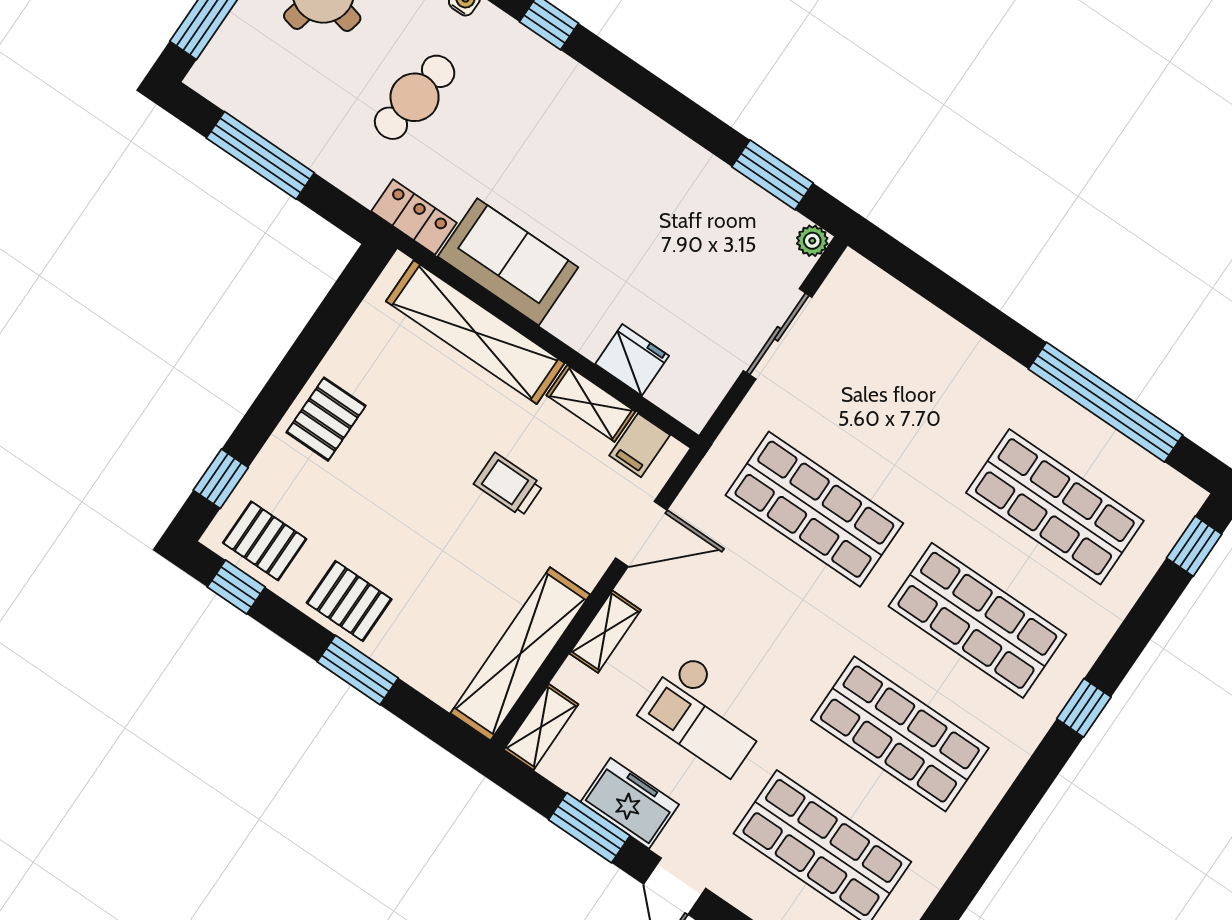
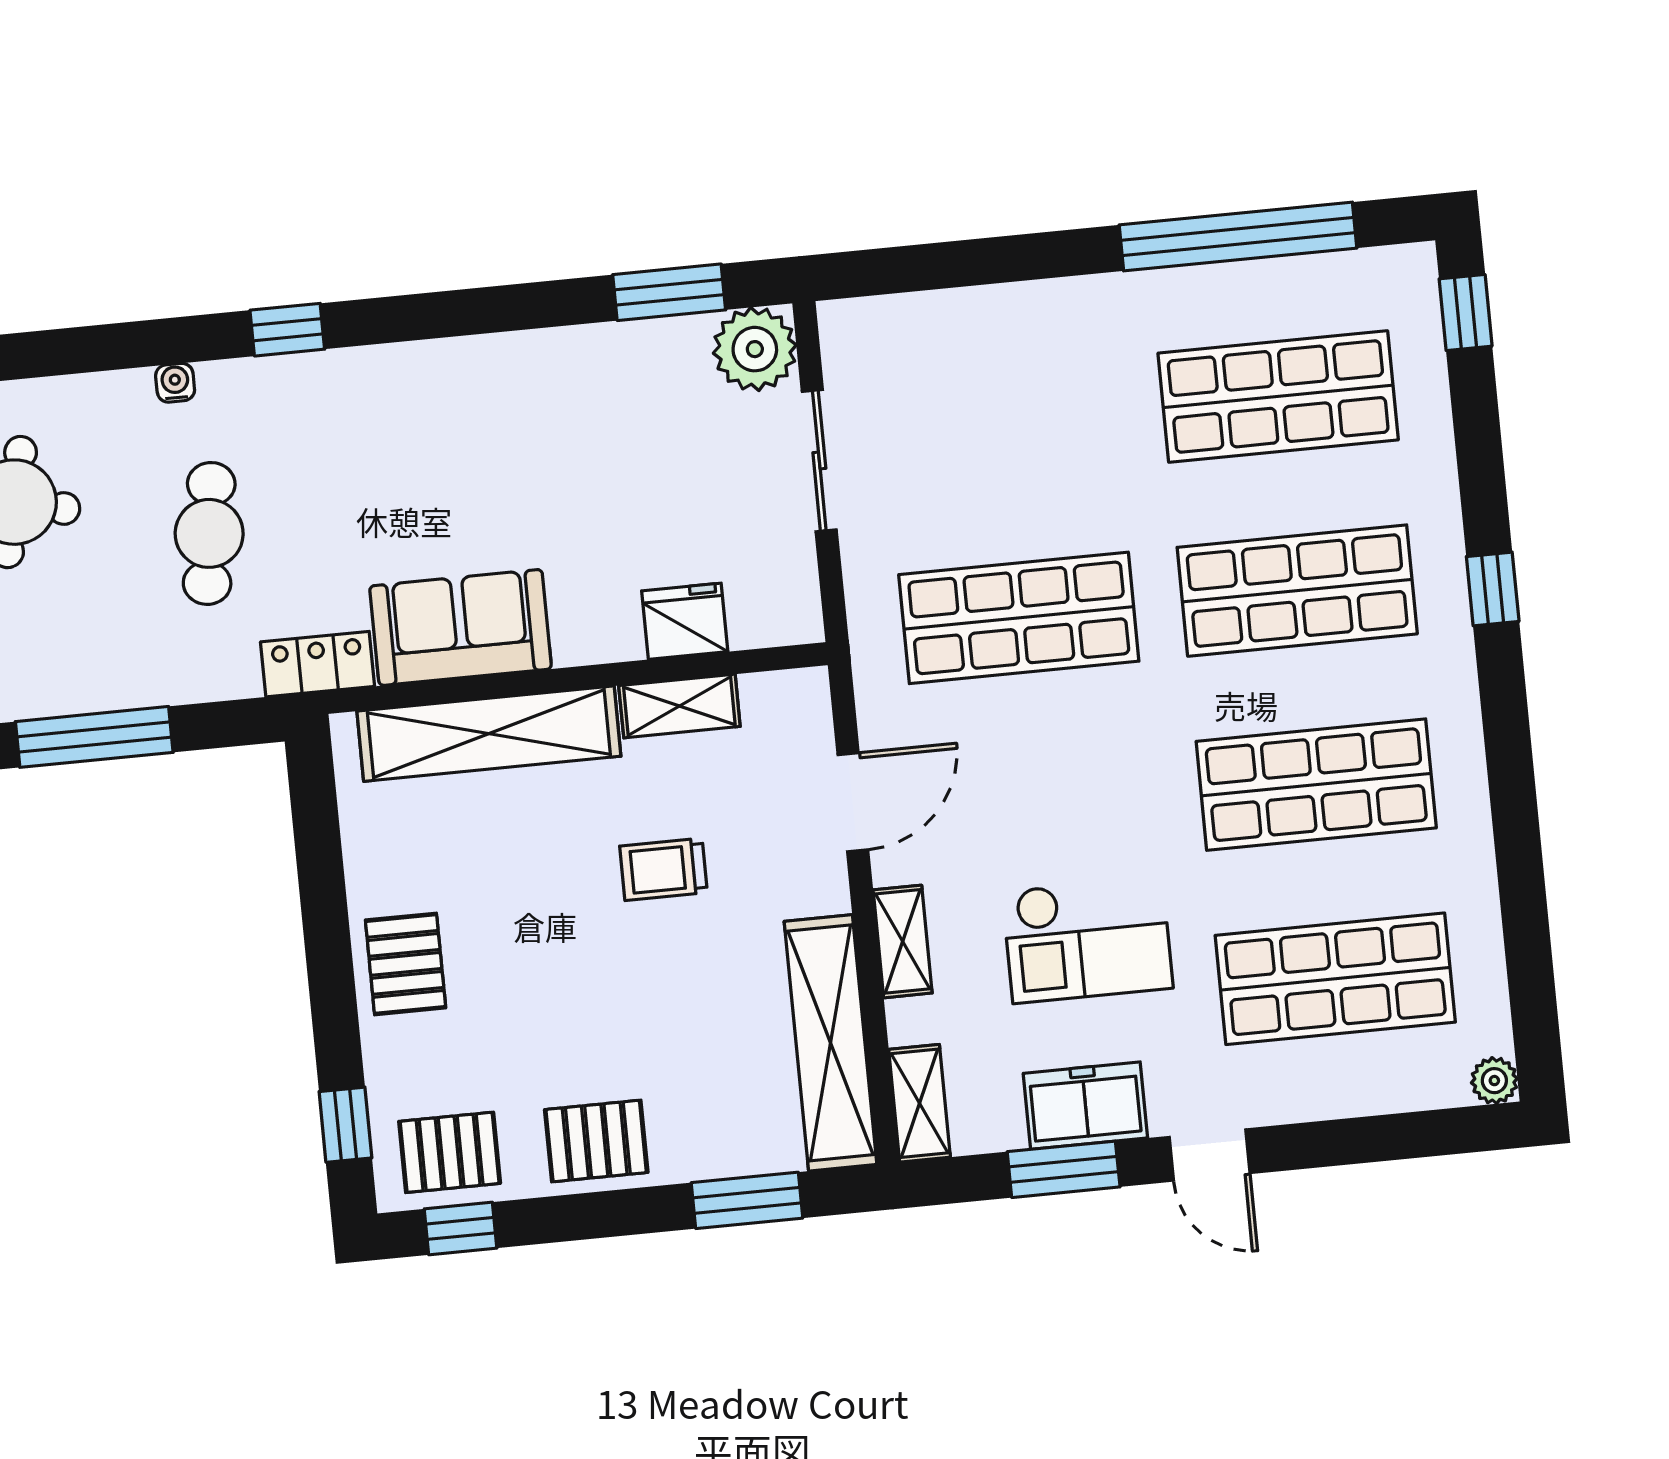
plant: (812, 241) -> (755, 349), width x1.88, depth x1.88
filing cabinet: (640, 445) -> (770, 707), removed
window: (358, 670) -> (747, 1200), moved

